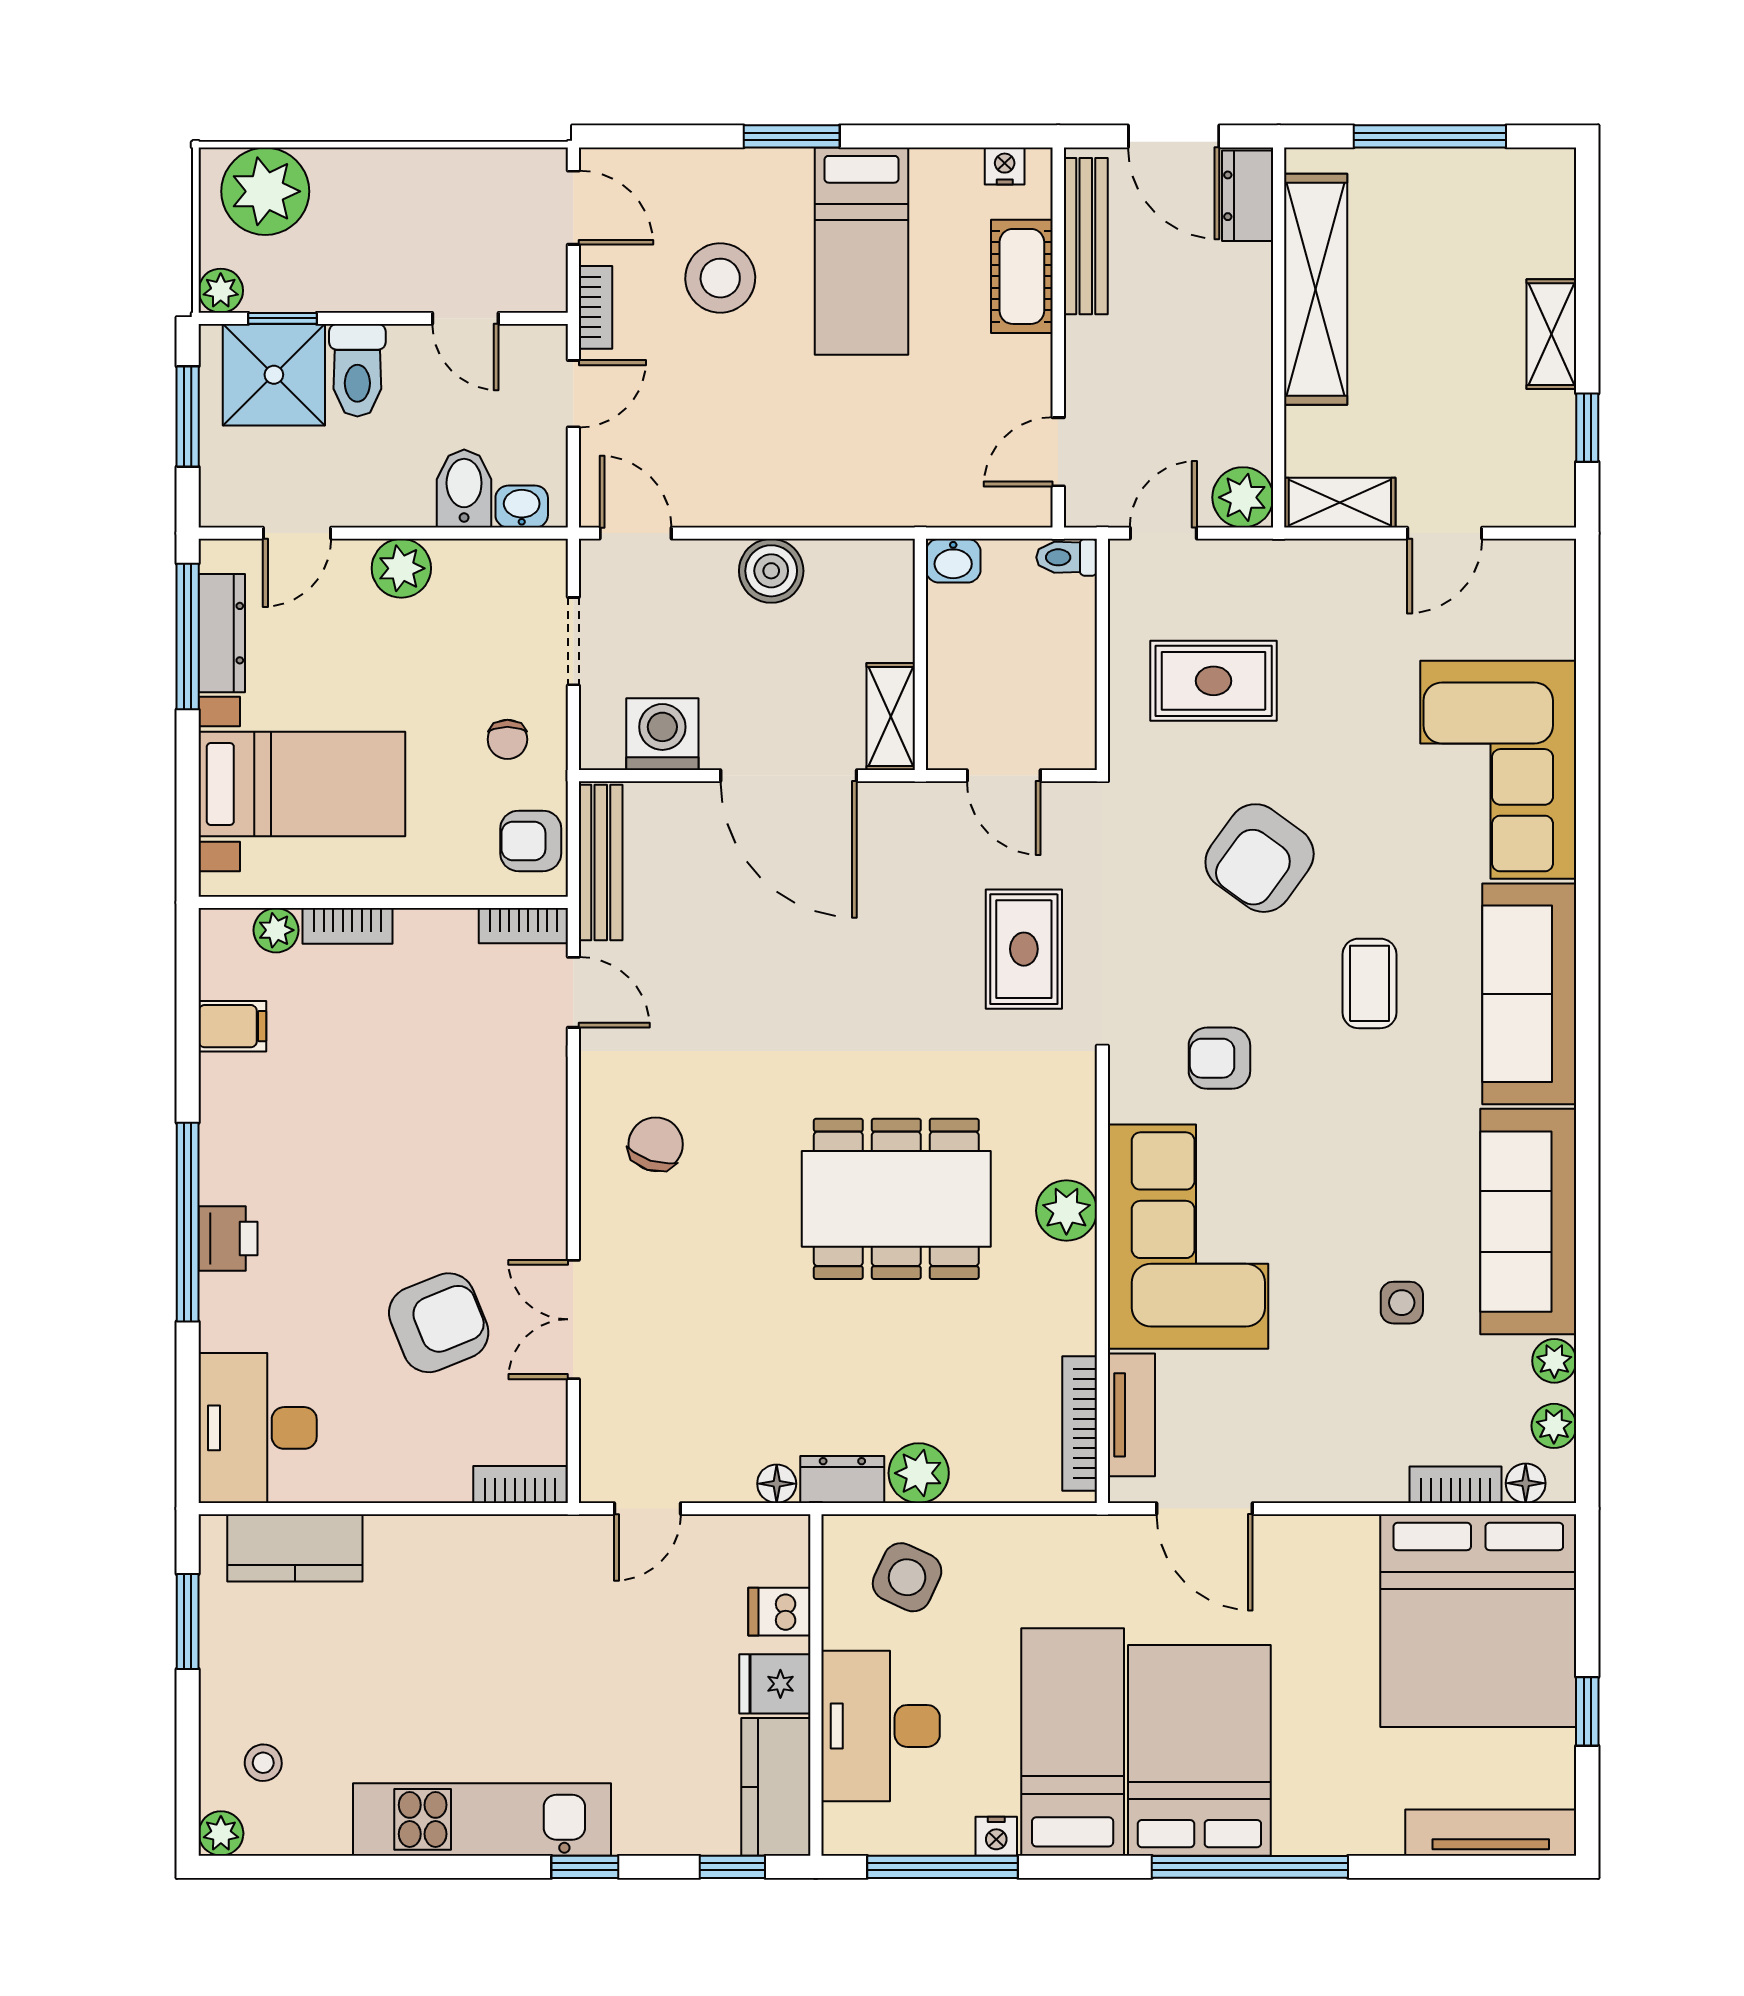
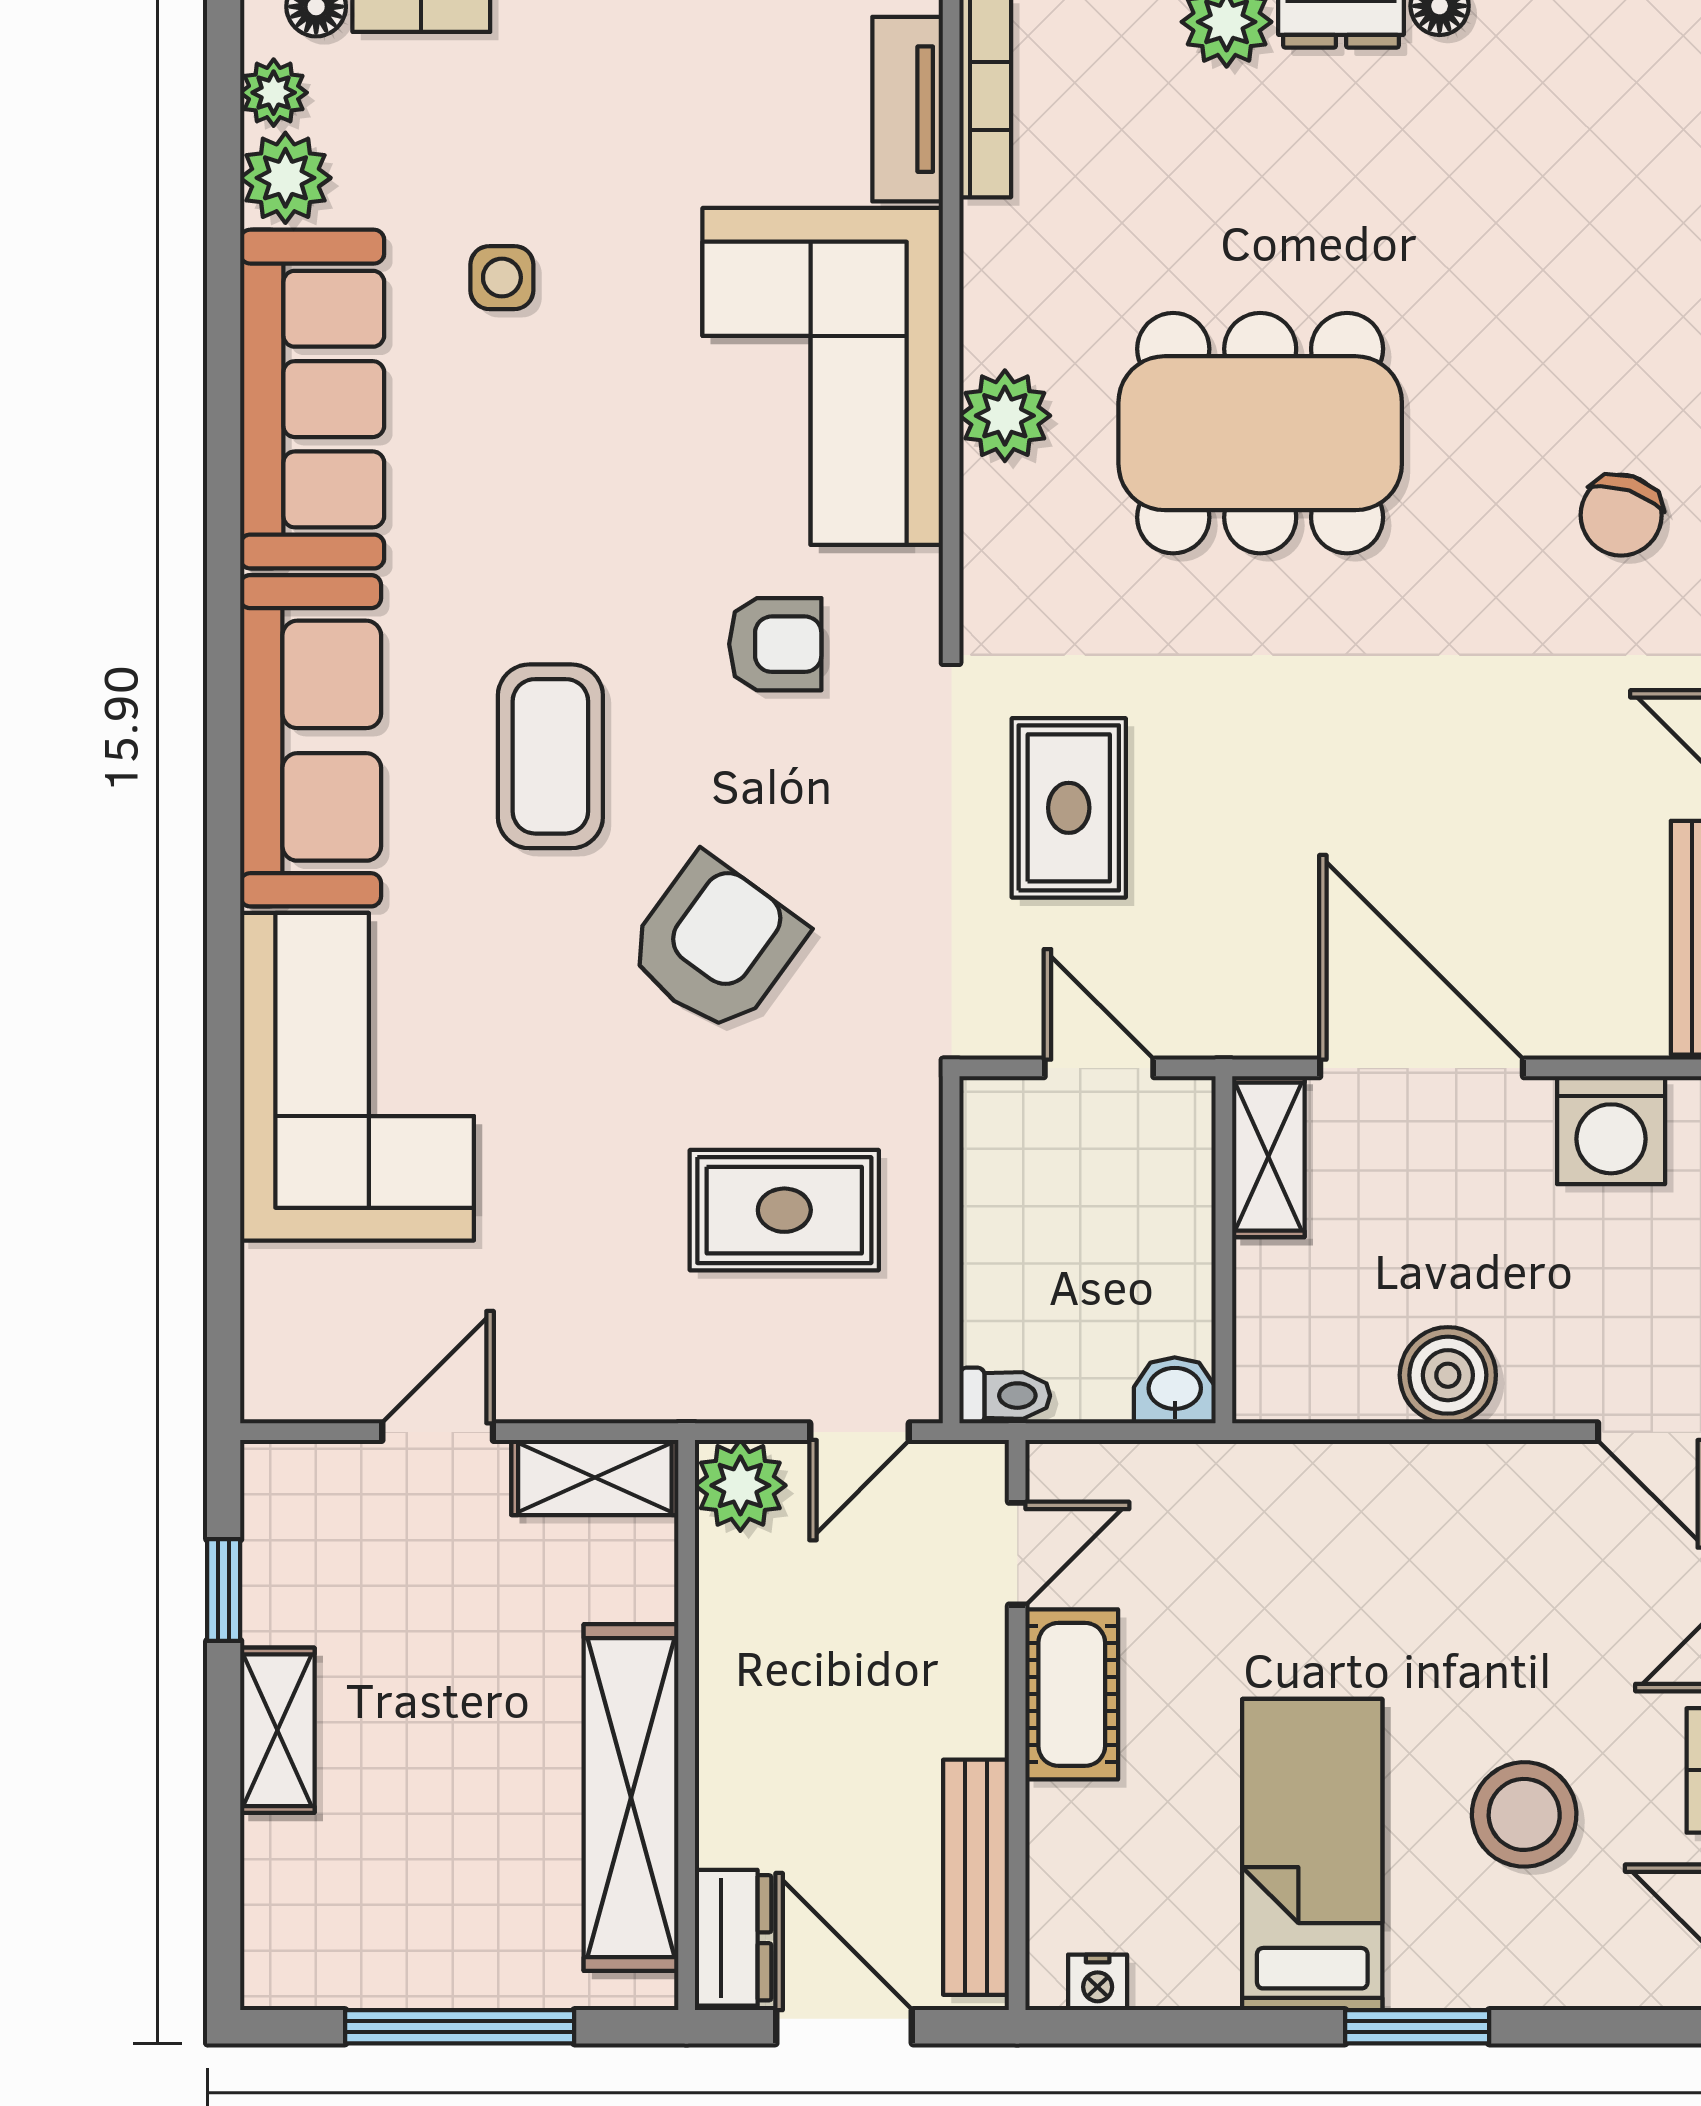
cot: (1022, 276) -> (1072, 1694), moved
coffee table: (1369, 983) -> (550, 756), width x1.36, depth x1.30
plant: (1554, 1361) -> (285, 178), width x1.38, depth x1.38

